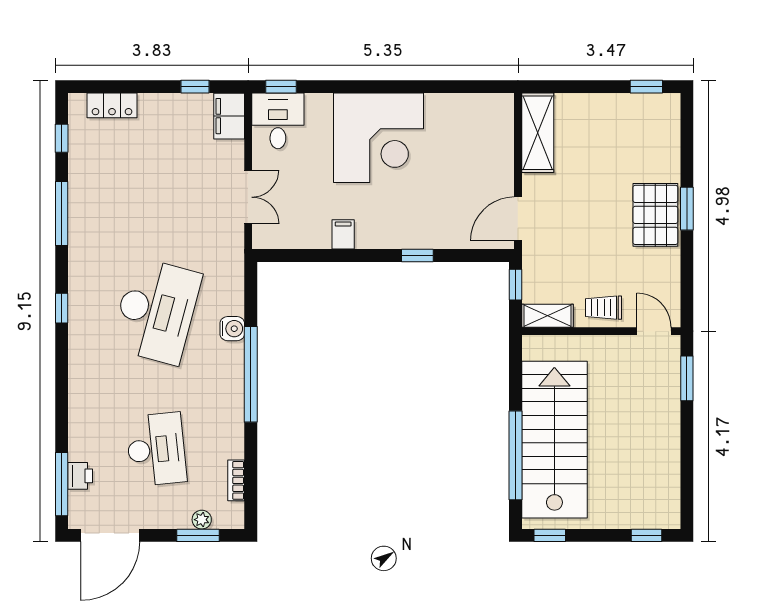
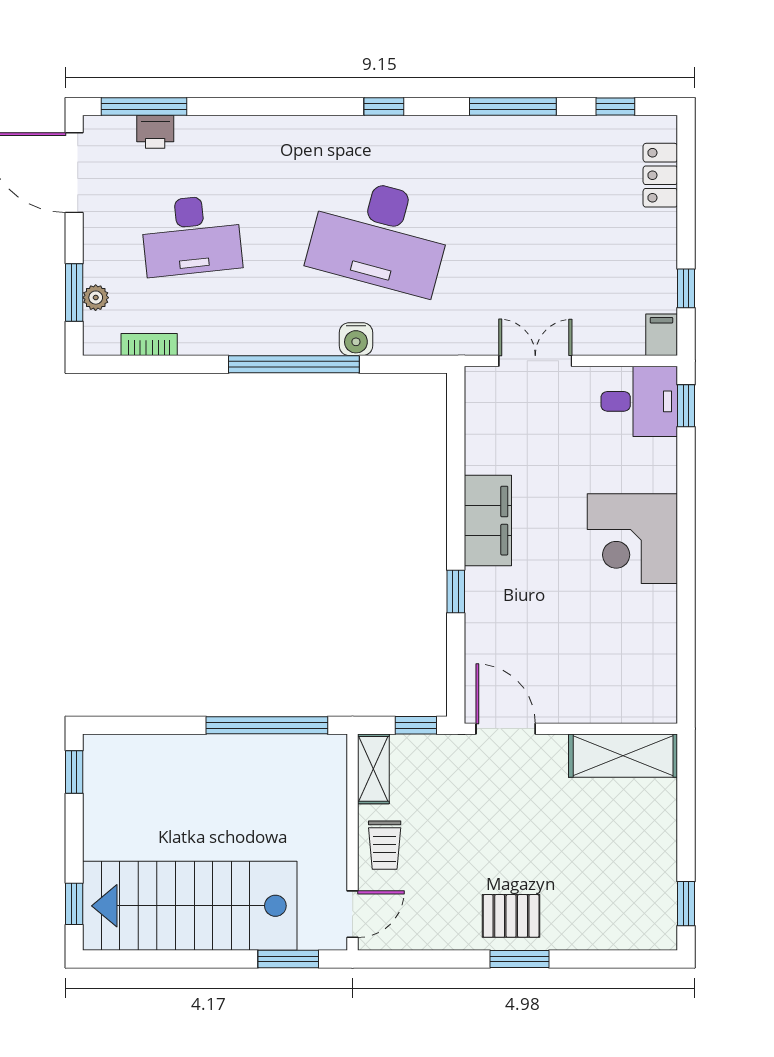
filing cabinet: (229, 116) -> (661, 335), width x0.50
corner desk: (379, 138) -> (632, 539), width x0.74, depth x0.74
double door: (248, 197) -> (535, 361), swing flipped
pallet: (655, 215) -> (511, 916), width x0.67, depth x0.71
filing cabinet: (343, 234) -> (488, 521), width x3.00, depth x1.17
trolley: (603, 308) -> (385, 845), turned 180
stairs: (554, 440) -> (190, 906), moved, turned 180
window: (515, 455) -> (267, 725), moved

